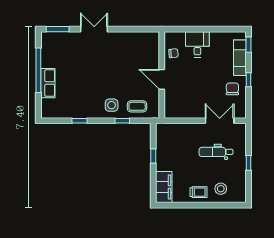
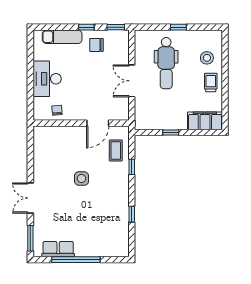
desk: (197, 44) -> (47, 79), width x1.37
window: (249, 45) -> (116, 27), moved
door: (162, 79) -> (98, 123), moved
row of seats: (48, 83) -> (58, 249), moved
side table: (112, 105) -> (81, 178), moved
double door: (220, 121) -> (132, 81), moved
dental chair: (216, 152) -> (166, 63), width x1.36, depth x1.38

